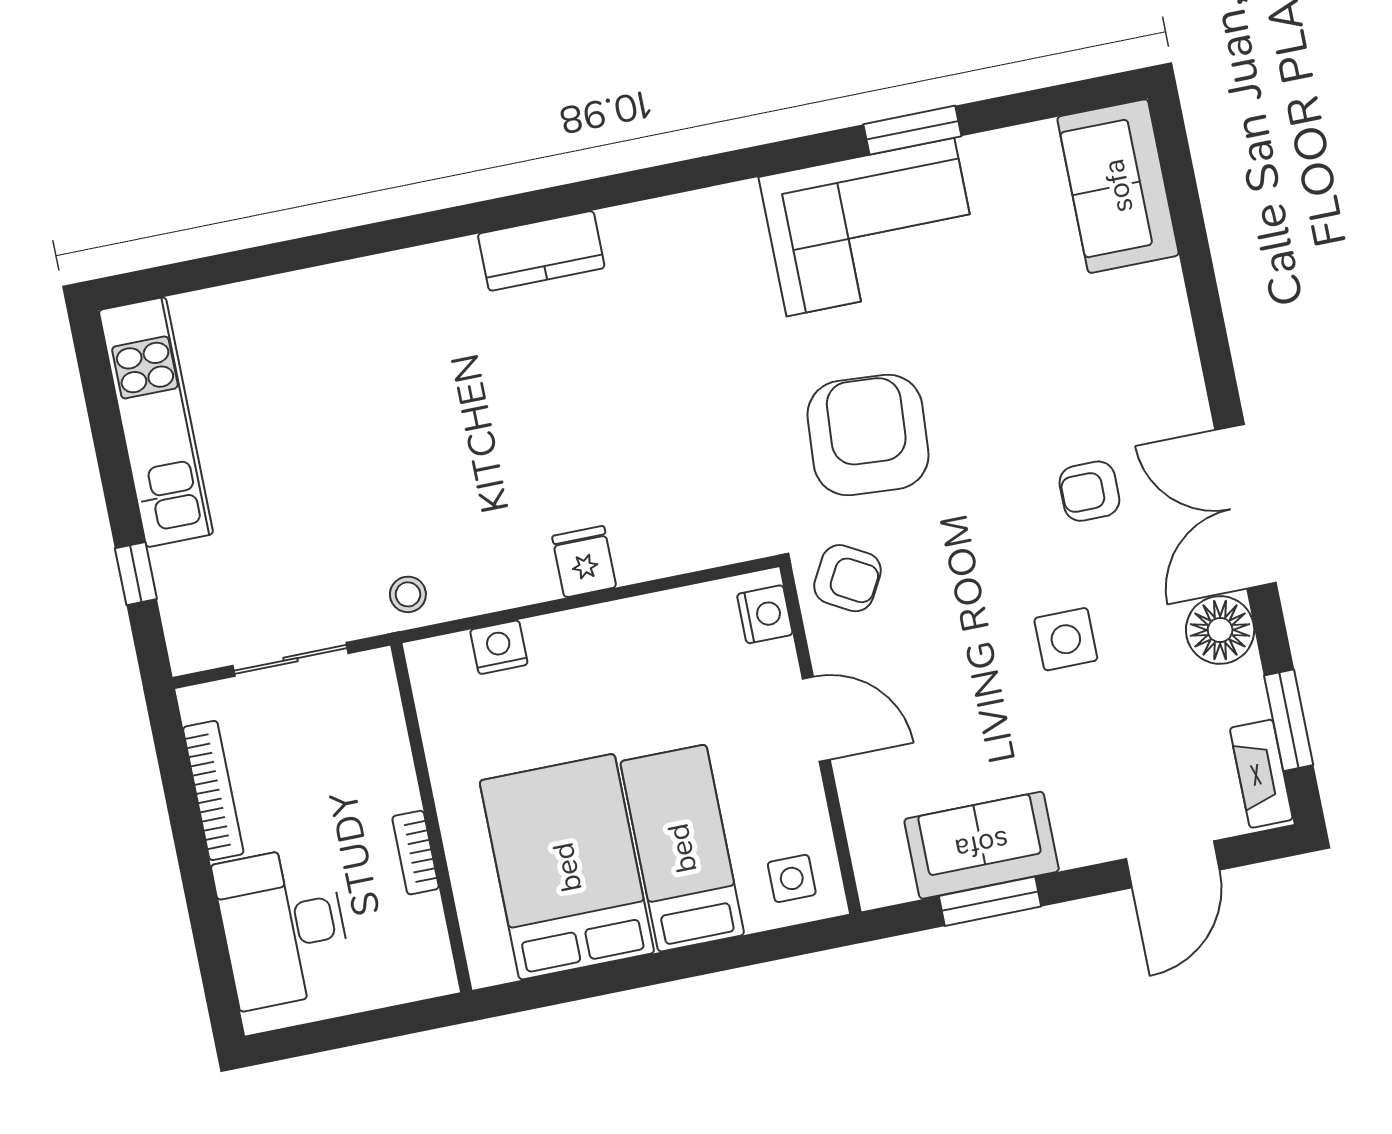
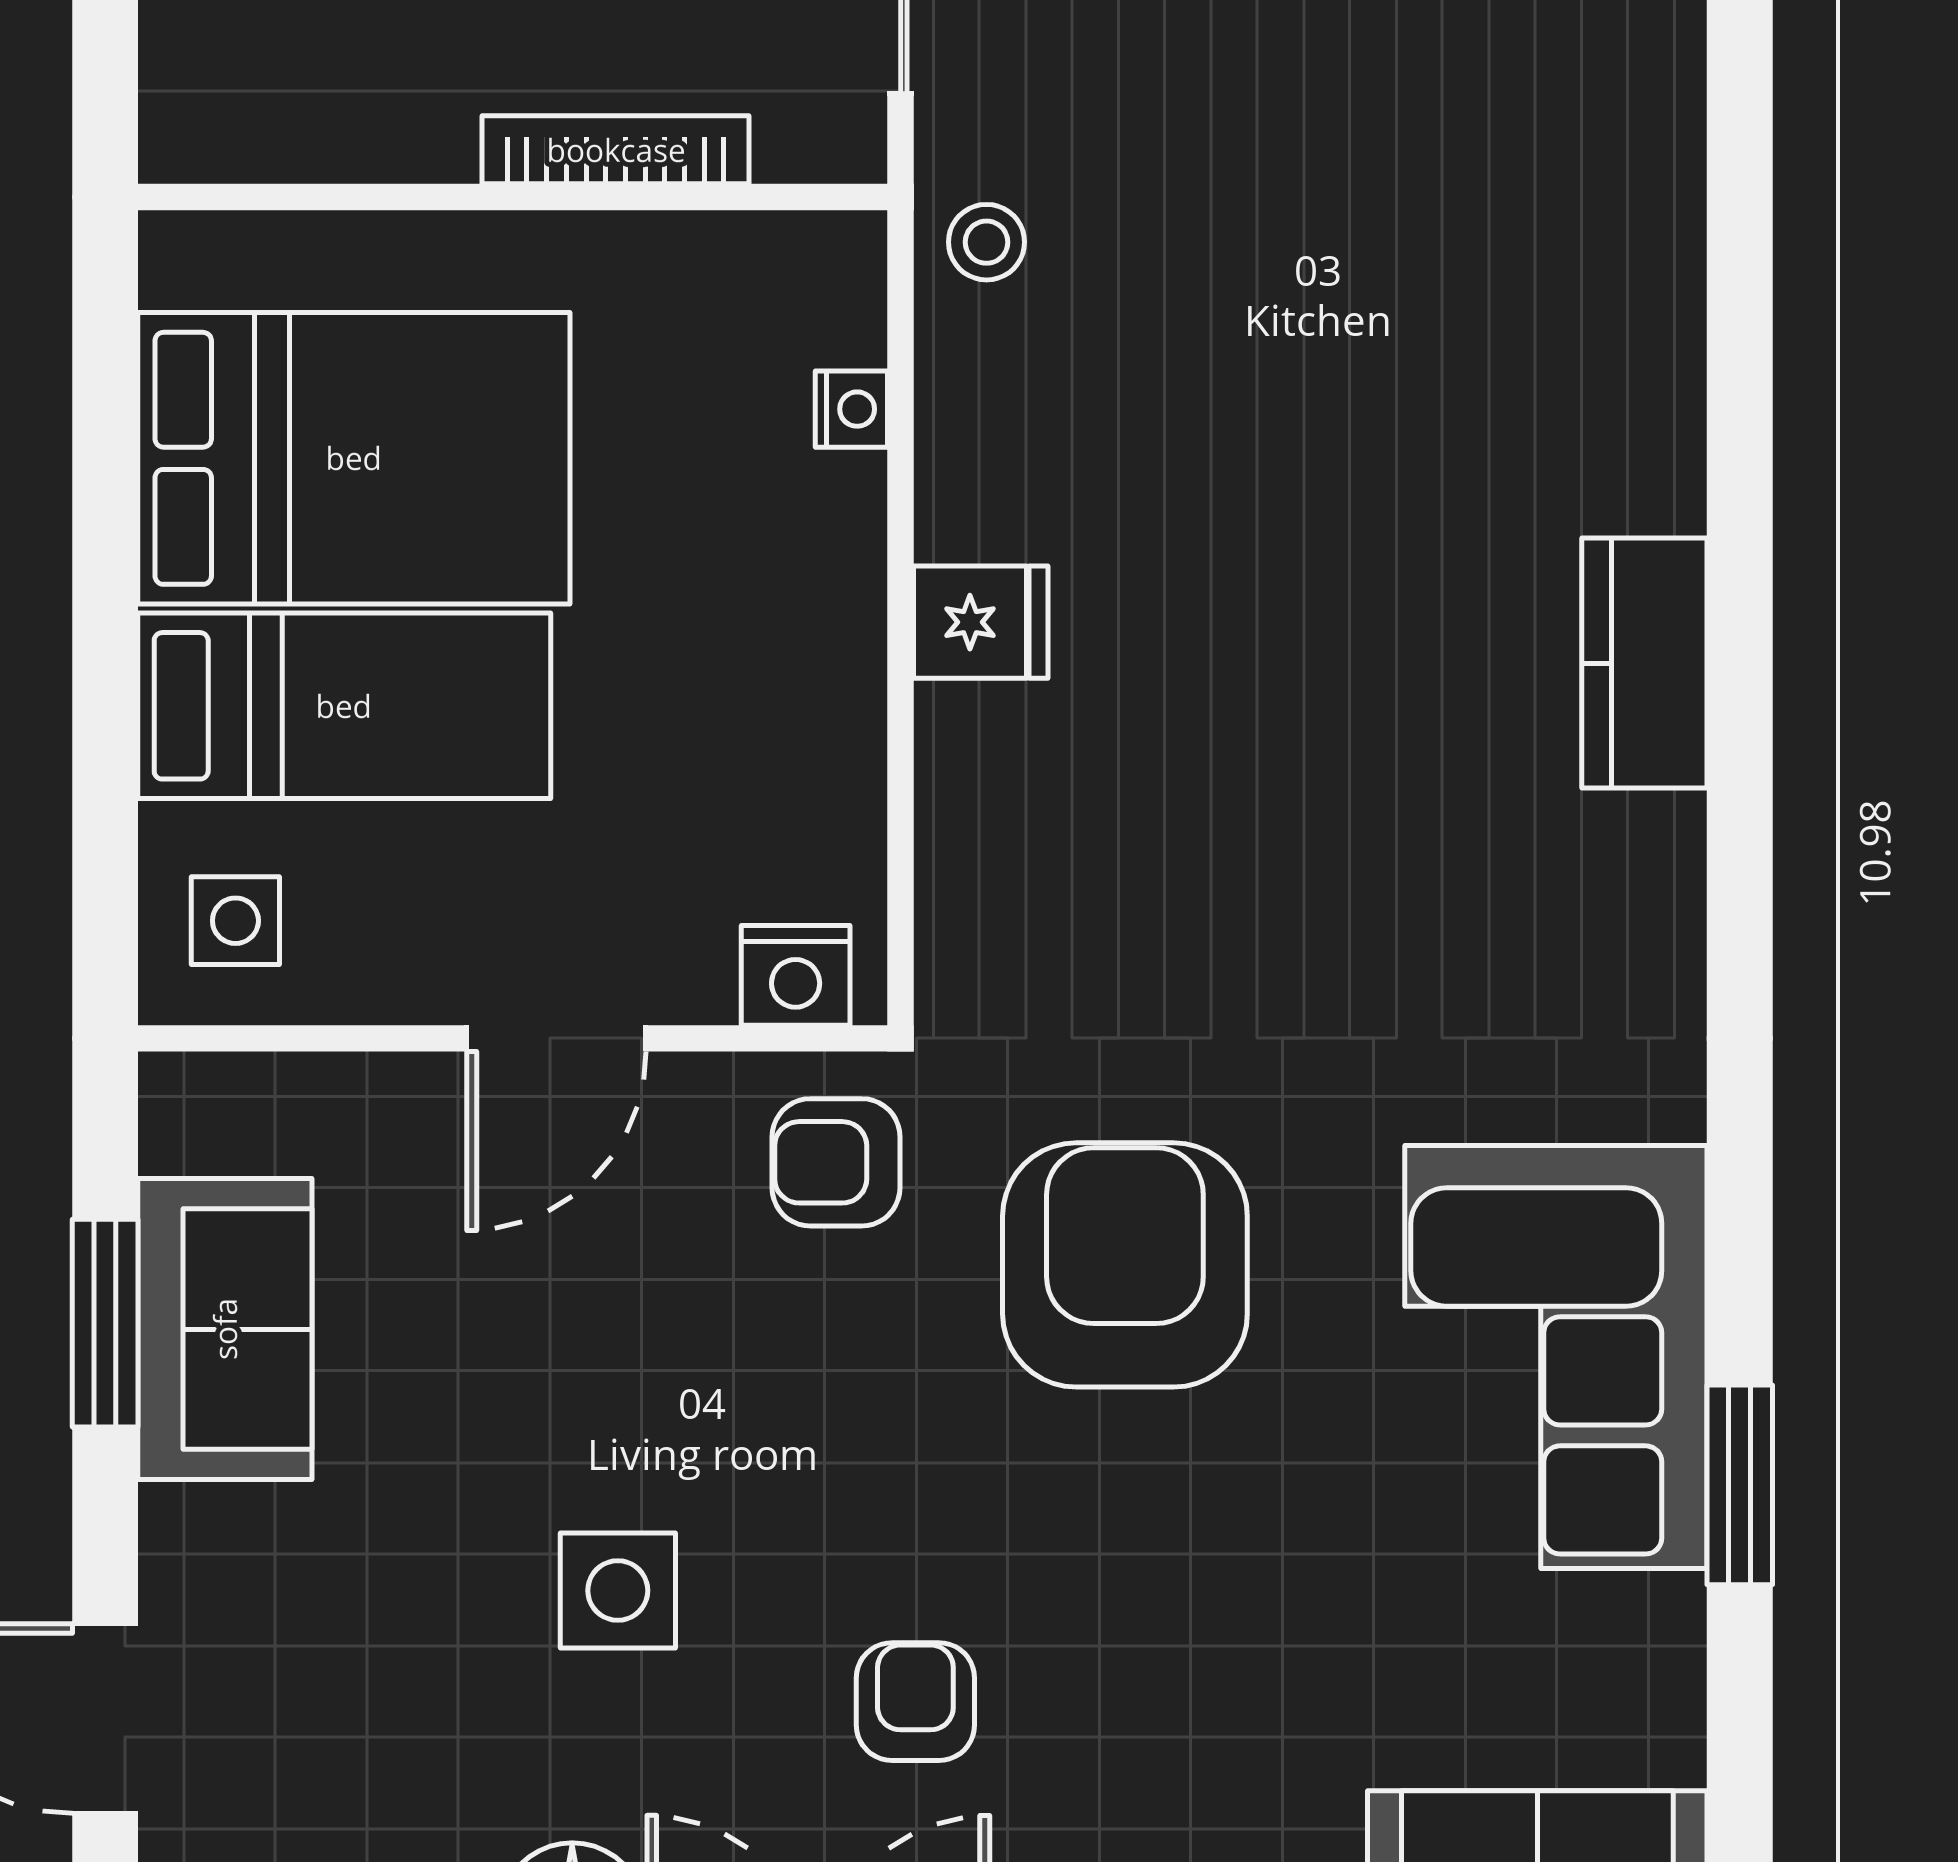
armchair: (868, 435) -> (1125, 1265), turned -94
armchair: (847, 578) -> (836, 1162), turned 61
nightstand: (499, 647) -> (851, 409), width x0.72, depth x0.74
bookcase: (416, 853) -> (616, 150), moved, width x1.56

